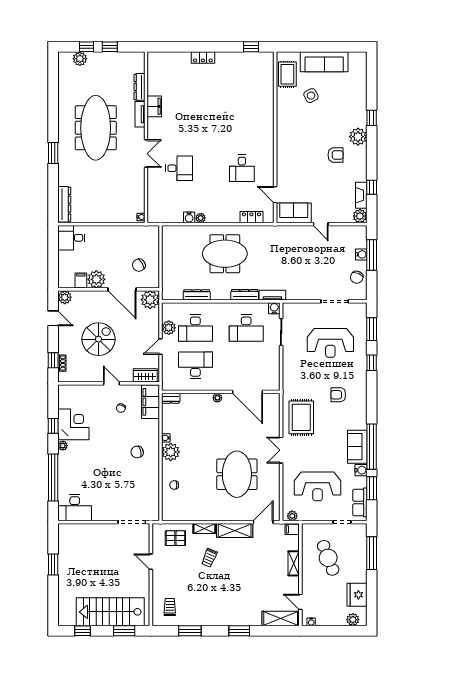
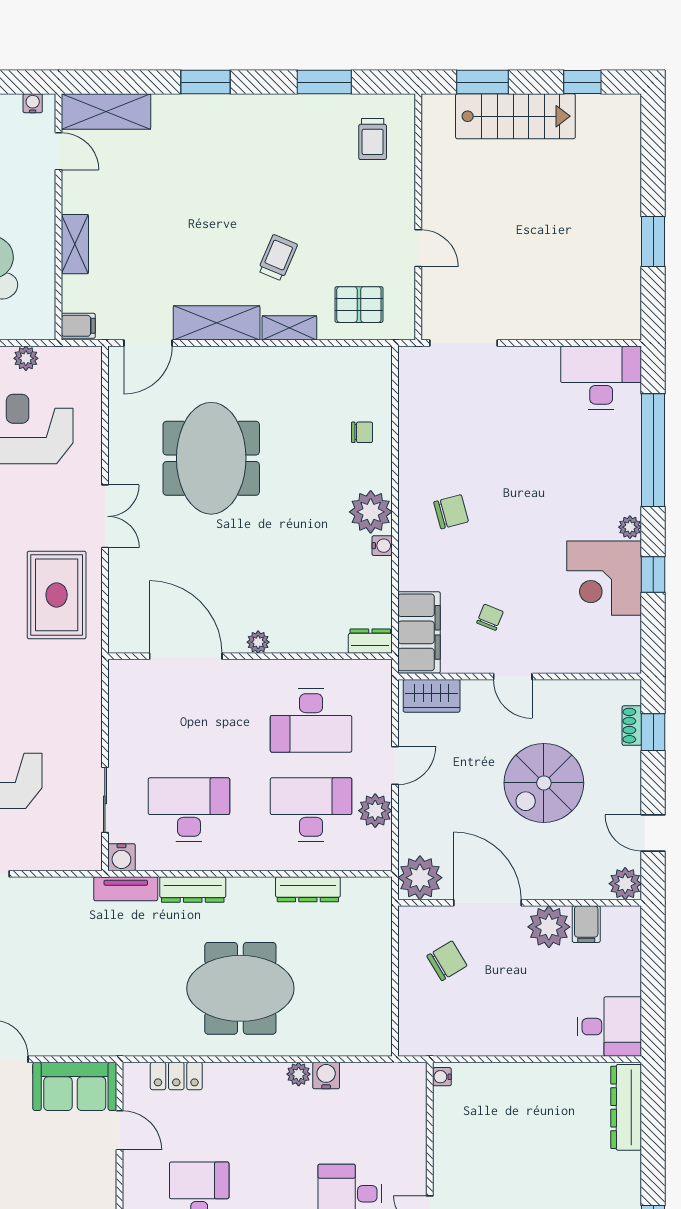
plant: (292, 516) -> (26, 358), moved
stairs: (110, 612) -> (515, 116), width x0.73, depth x0.66

